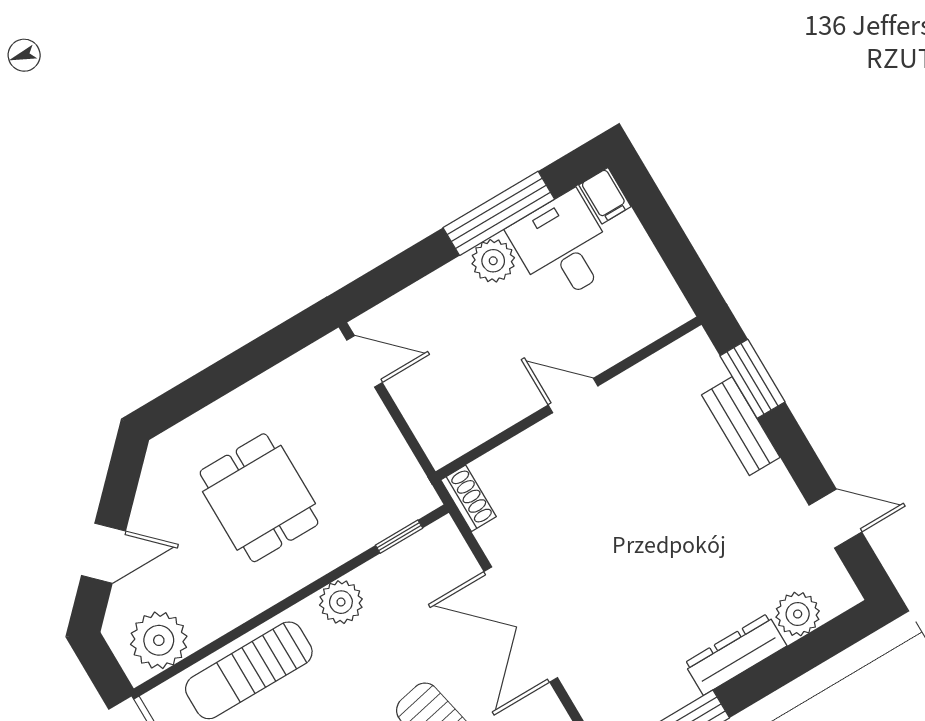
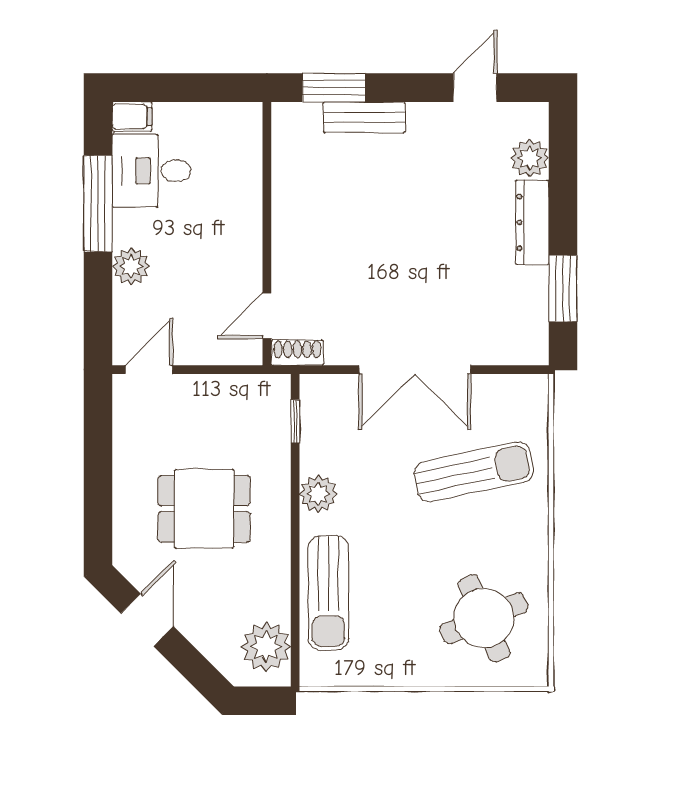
plant: (493, 261) -> (131, 266), moved
door: (573, 395) -> (267, 316), moved
door: (104, 553) -> (147, 620), moved

